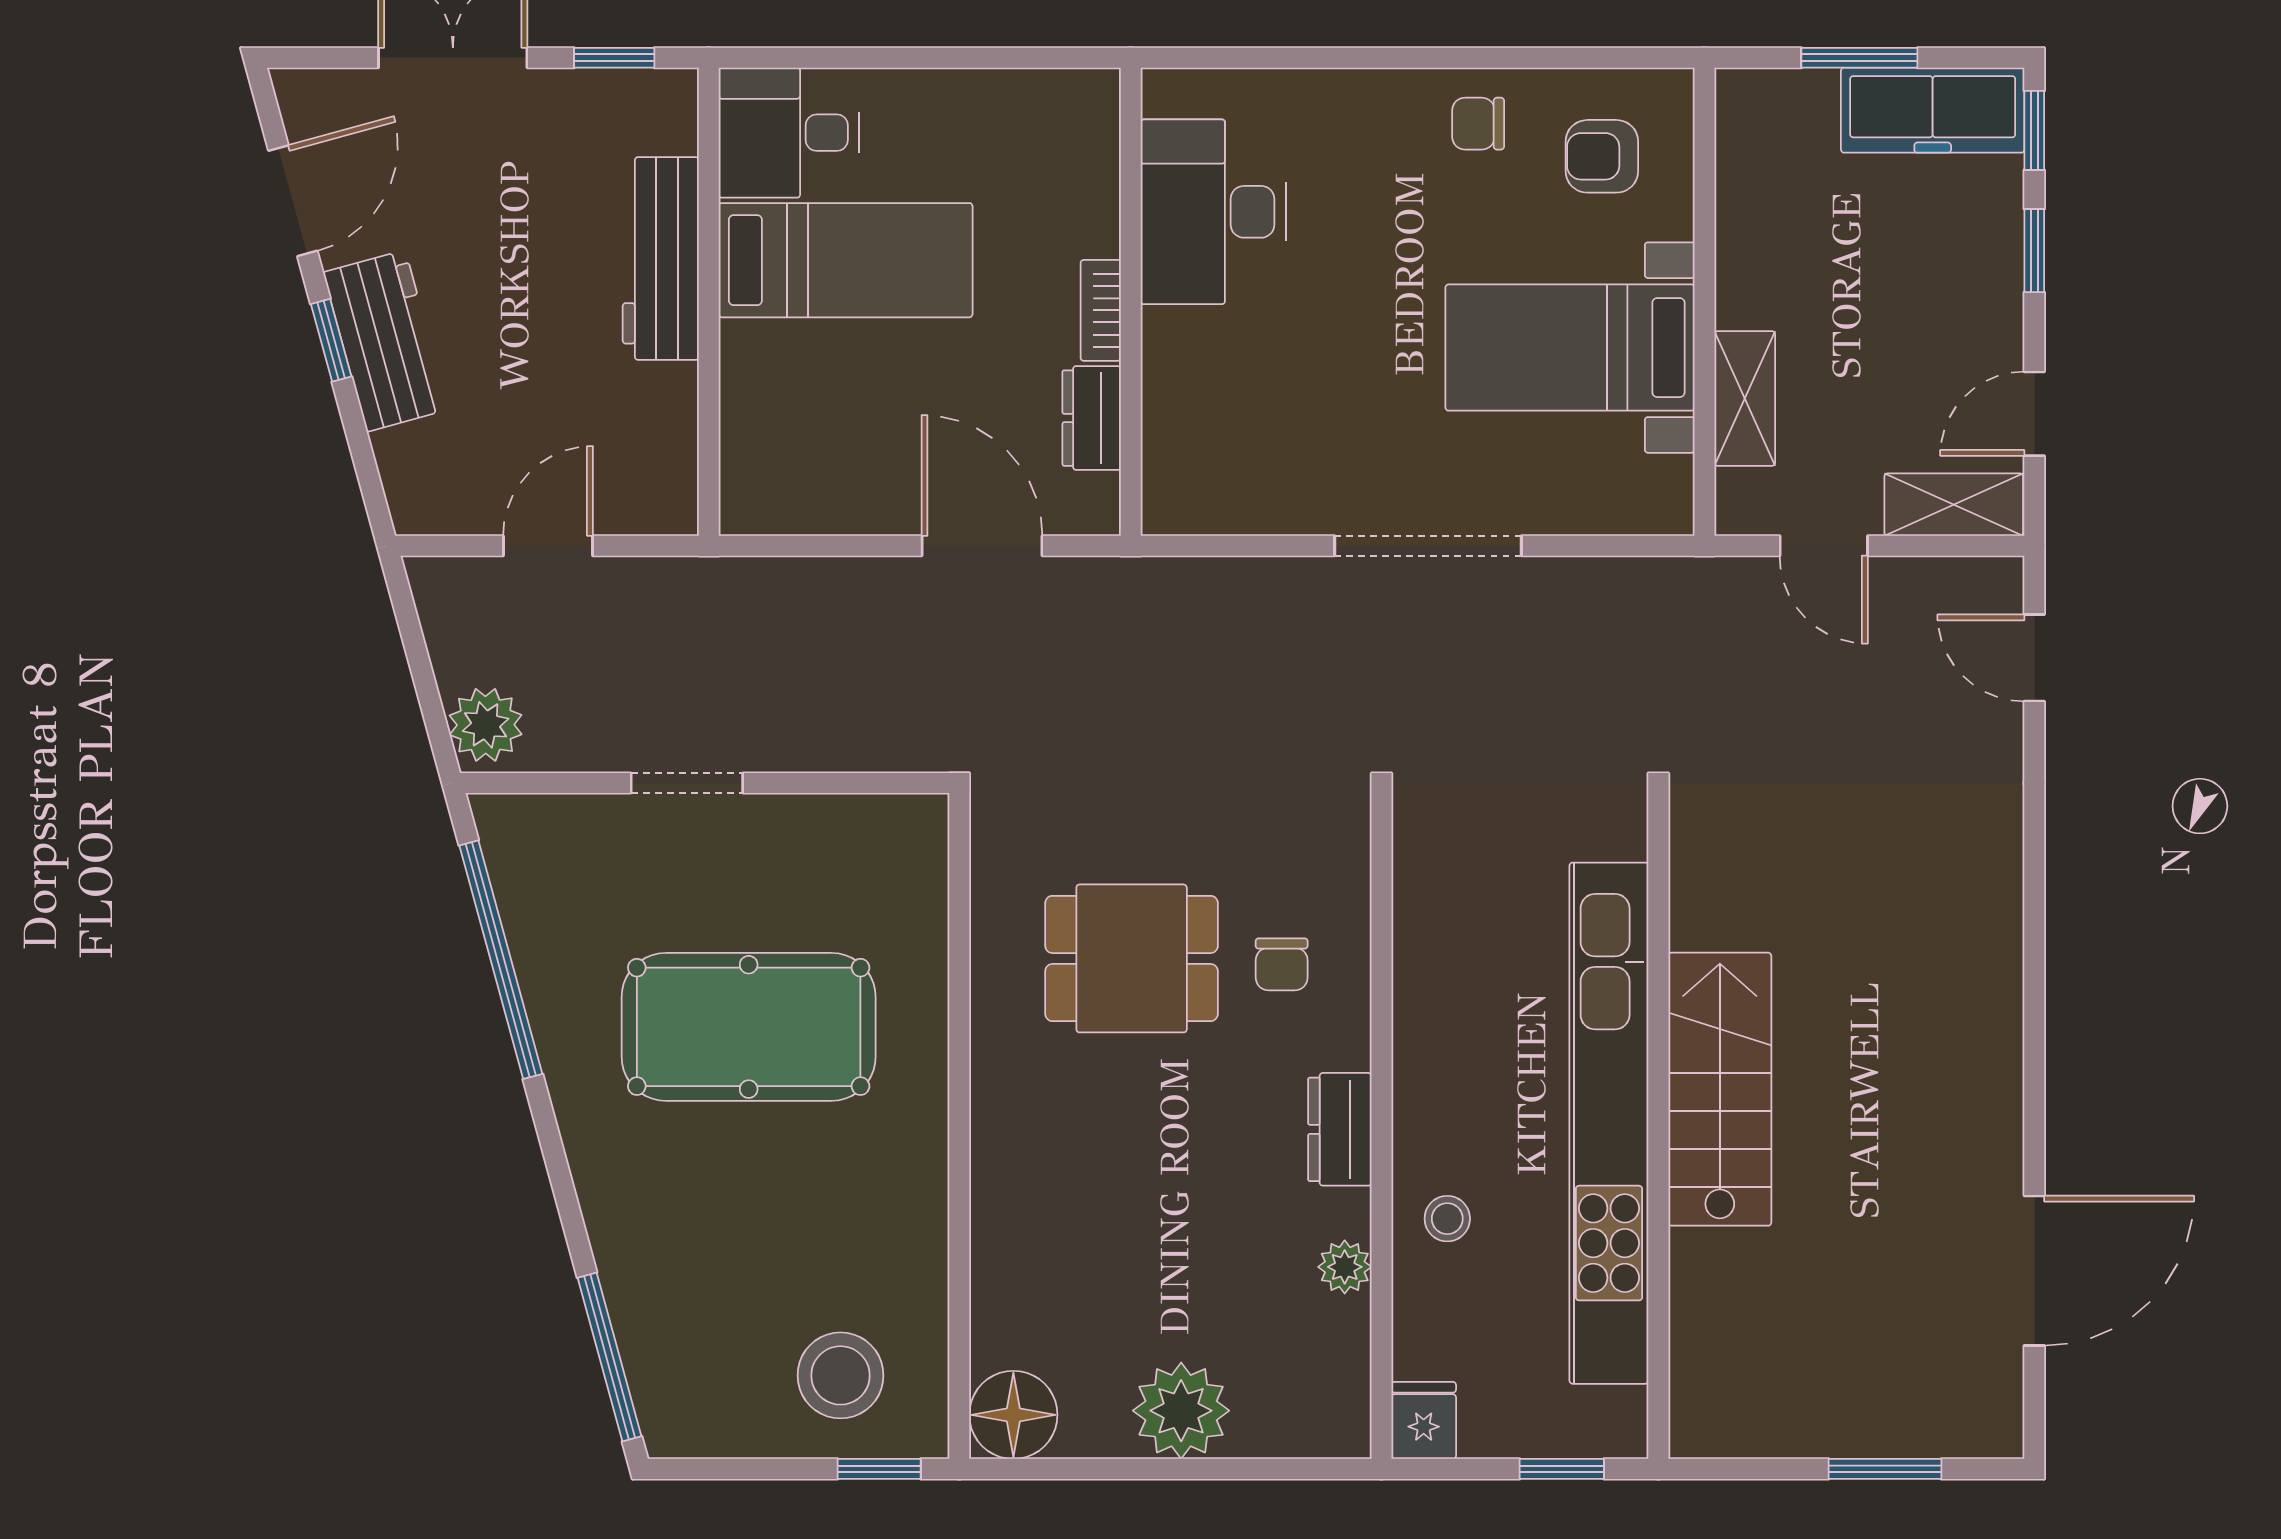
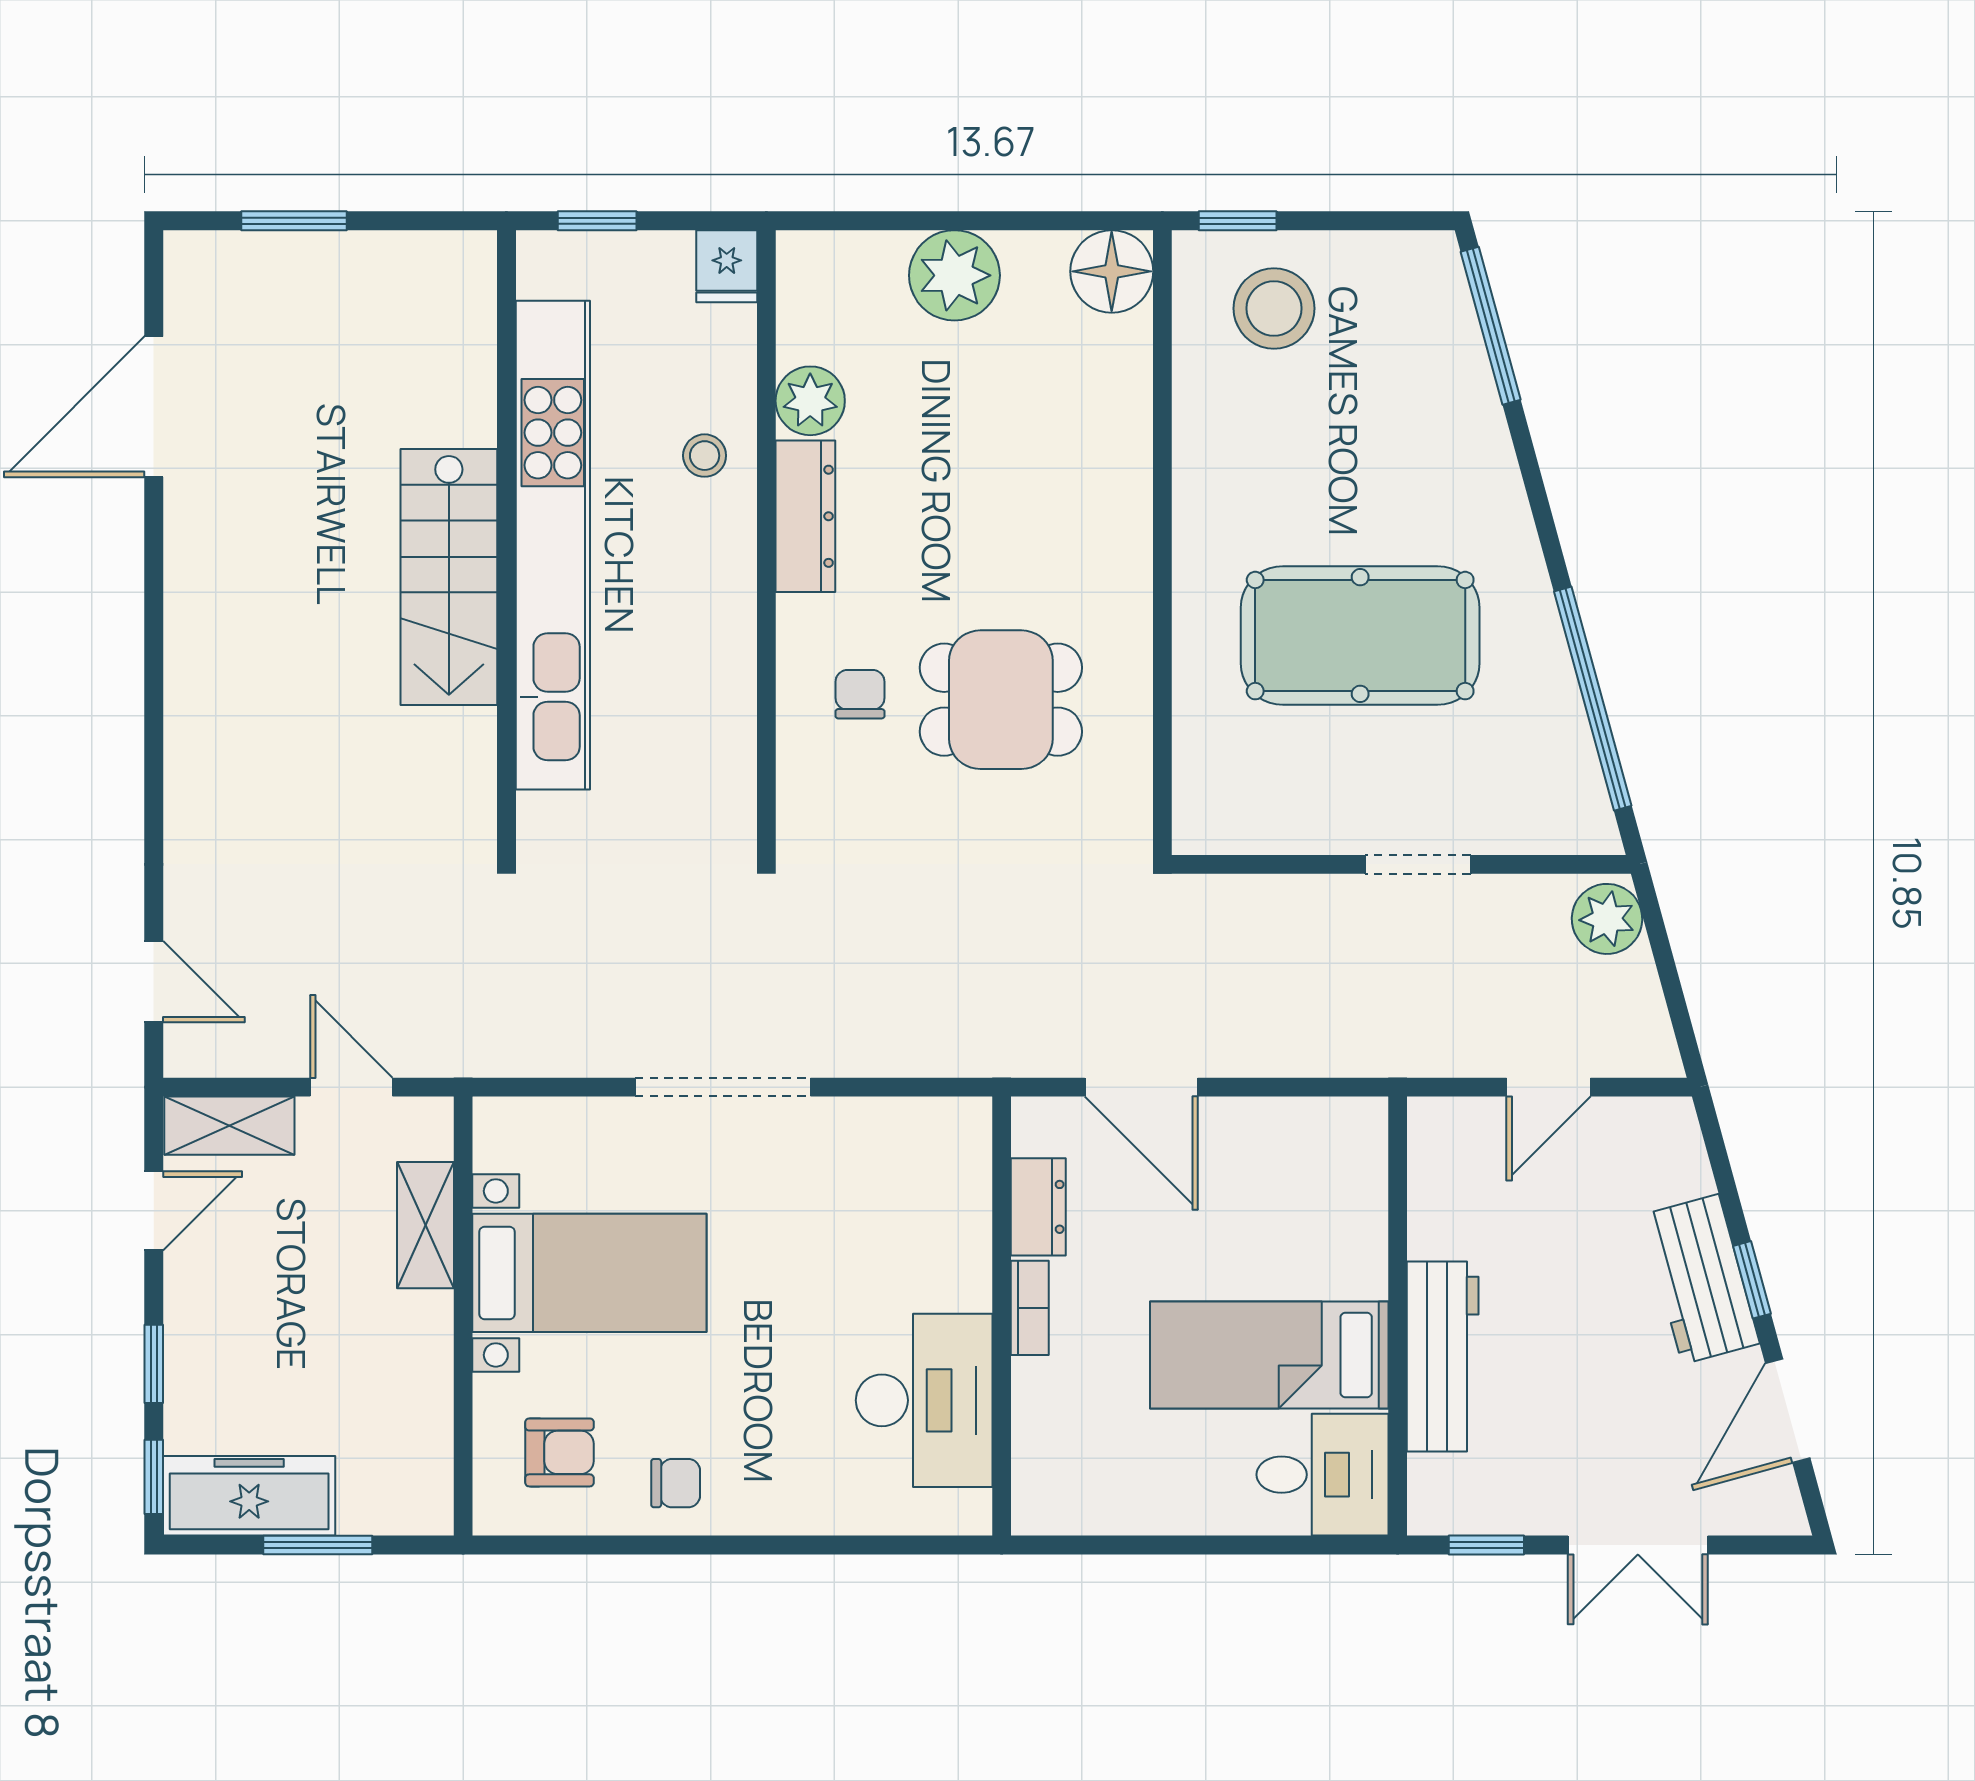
dresser: (1340, 1129) -> (805, 516), width x1.44
plant: (1345, 1267) -> (810, 401), width x1.38, depth x1.38

